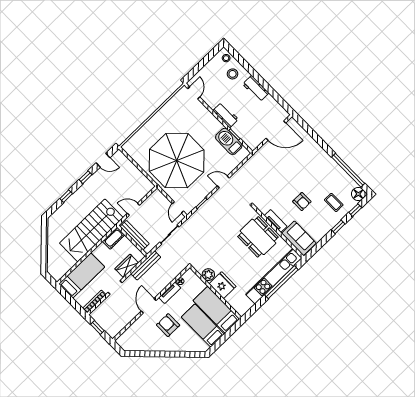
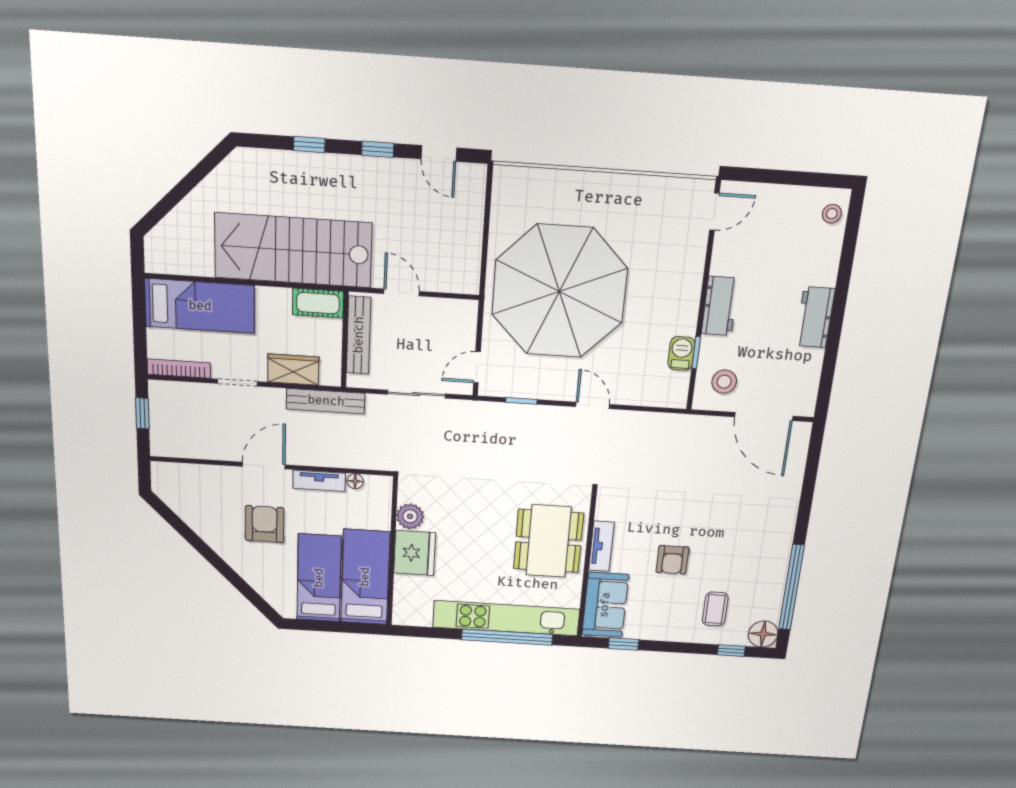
stool: (233, 74) -> (724, 382), moved
barbecue: (229, 141) -> (681, 353), width x0.53, depth x0.65
window: (338, 227) -> (624, 644), moved

